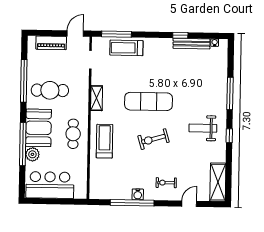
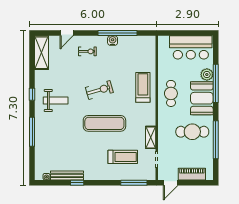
treadmill: (126, 48) -> (123, 157), moved
shelving: (97, 98) -> (151, 137), moved
treadmill: (105, 141) -> (143, 87), turned 180

